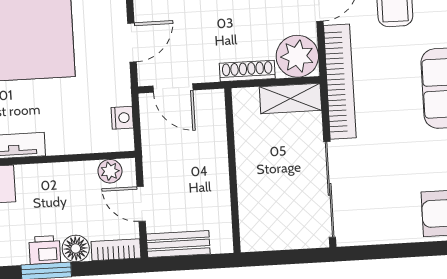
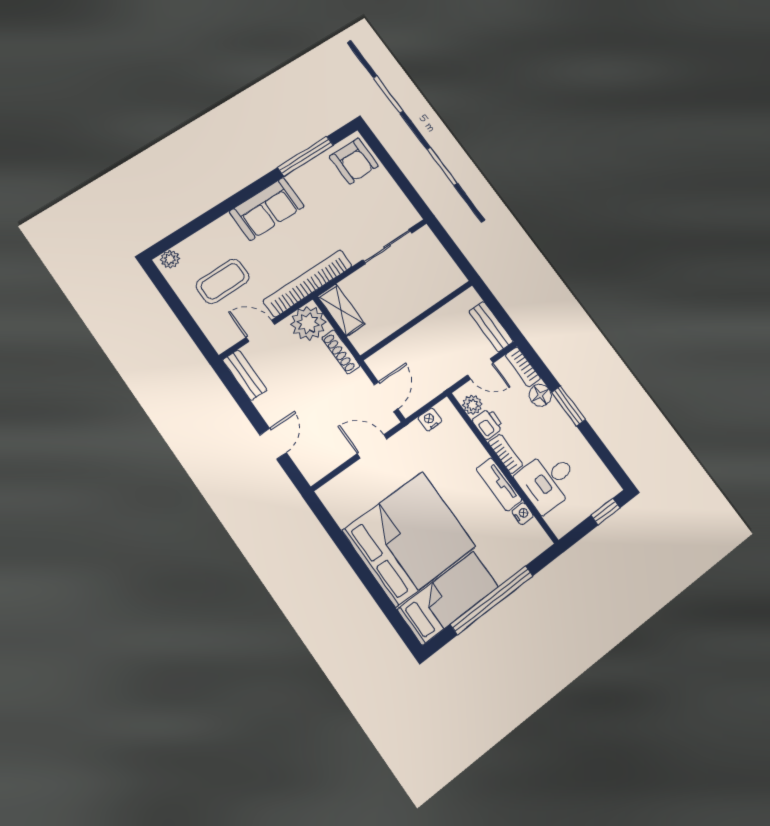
bookcase: (40, 173) -> (505, 454), added
sliding door: (330, 189) -> (387, 246), width x0.73
door: (141, 204) -> (480, 369), hinge flipped
printer: (45, 250) -> (488, 424), moved, turned 180

